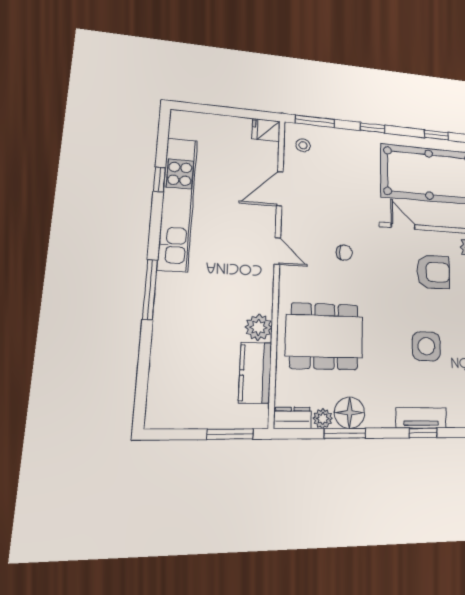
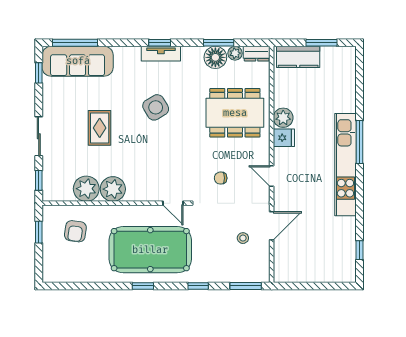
fridge: (266, 130) -> (284, 138), moved
stool: (303, 145) -> (243, 238), moved
window: (159, 179) -> (359, 250), moved
kitchen unit: (177, 204) -> (345, 165), moved
armchair: (433, 272) -> (149, 167), removed
side table: (426, 346) -> (156, 107), turned -31
kitchen counter: (255, 373) -> (298, 57), moved, turned 90
window: (230, 434) -> (321, 43), moved

